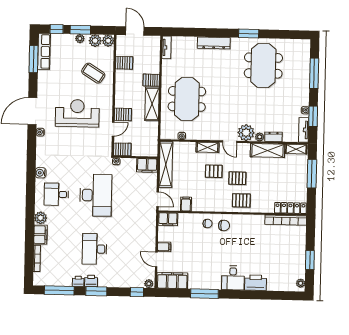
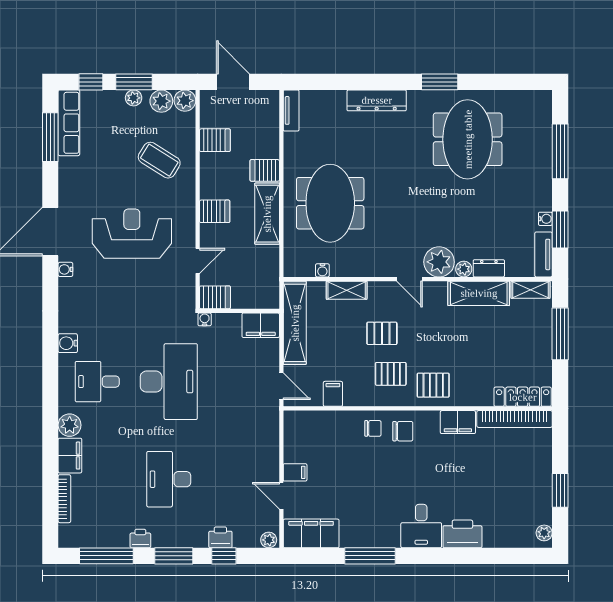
server rack: (123, 114) -> (215, 211), moved
shelving: (208, 147) -> (347, 290), moved
pallet: (237, 178) -> (391, 374), moved
filing cabinet: (168, 219) -> (458, 422), moved
printer: (91, 281) -> (220, 537), moved
window: (137, 292) -> (224, 556), moved

